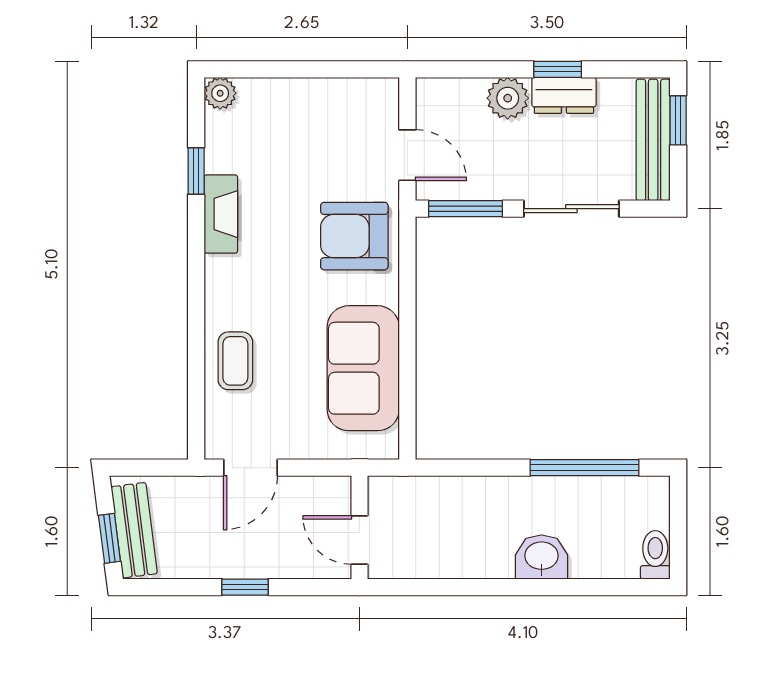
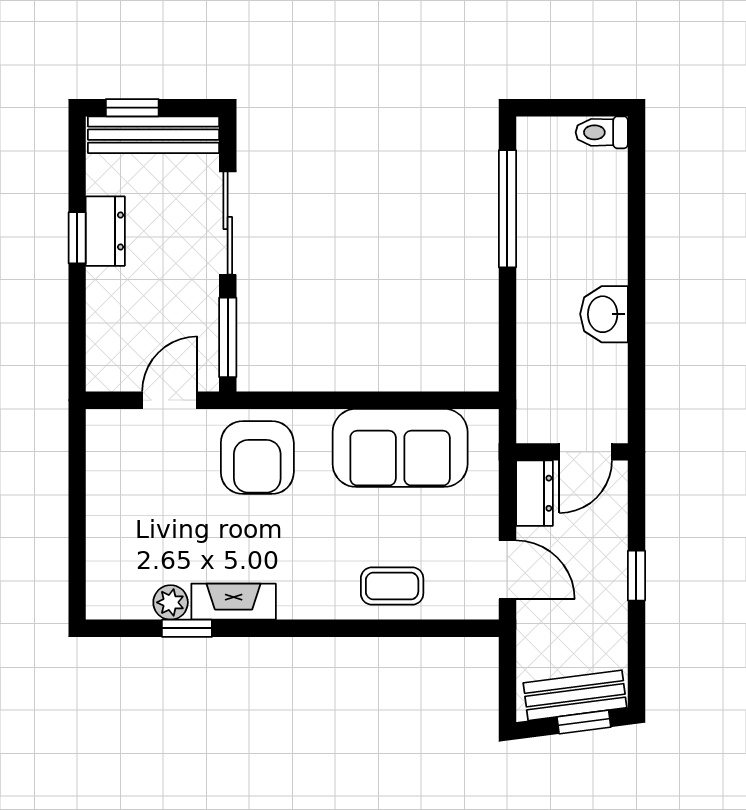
plant: (220, 93) -> (171, 602), moved
plant: (508, 98) -> (108, 292), removed
dresser: (321, 493) -> (534, 493), added
washbasin: (541, 557) -> (604, 314), moved

